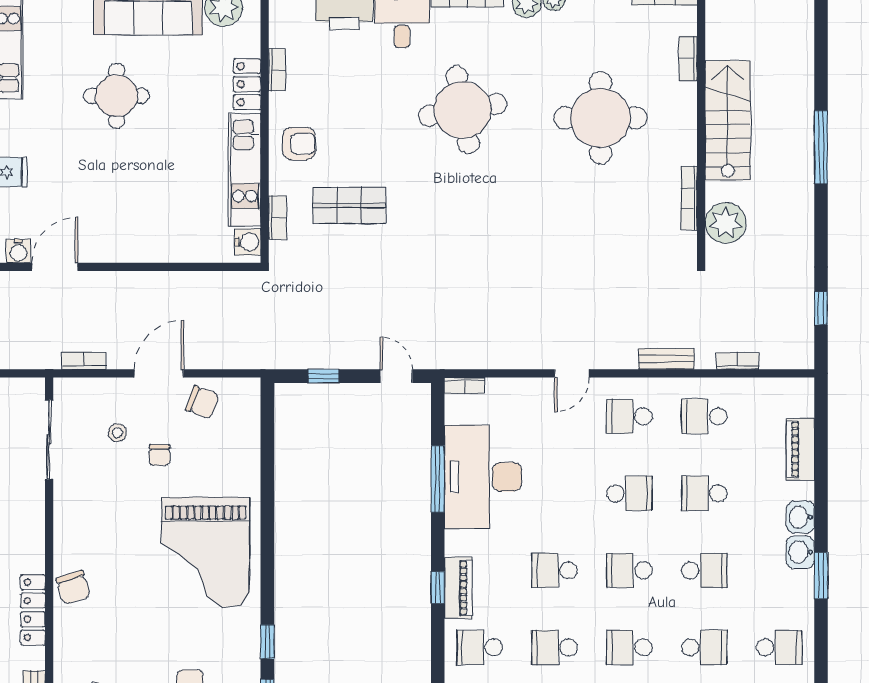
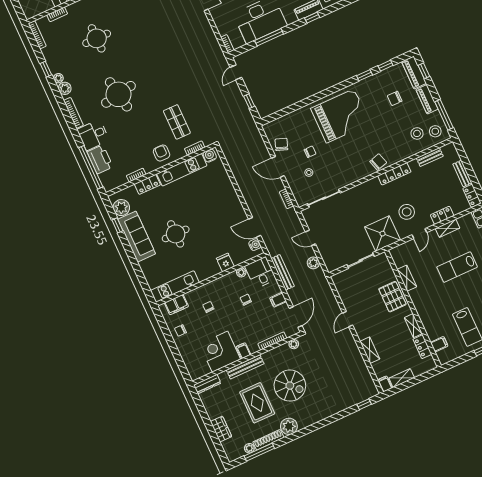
round table: (600, 118) -> (97, 38), width x0.73, depth x0.73

